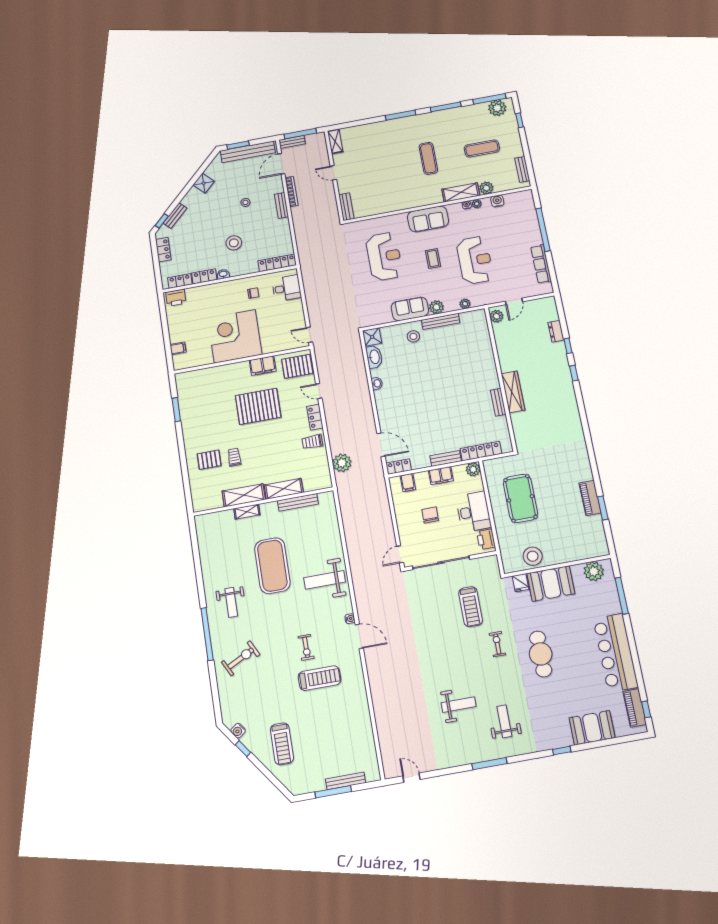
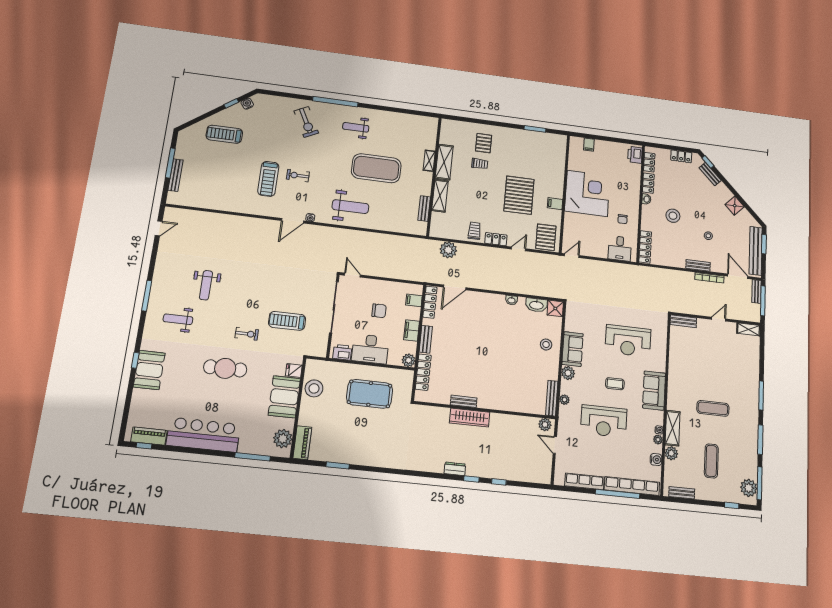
row of seats: (531, 218) -> (632, 486), added
bench: (441, 321) -> (552, 398), moved
dresser: (556, 331) -> (455, 469), moved
filing cabinet: (263, 366) -> (555, 204), width x0.50
locker: (399, 467) -> (430, 302), width x1.53
piano: (590, 498) -> (302, 443), moved, turned 90
bench: (298, 502) -> (424, 208), width x0.73
weight bench: (325, 580) -> (350, 207), turned 90
weight bench: (504, 721) -> (178, 319), turned 180
booth: (592, 728) -> (149, 370), moved

